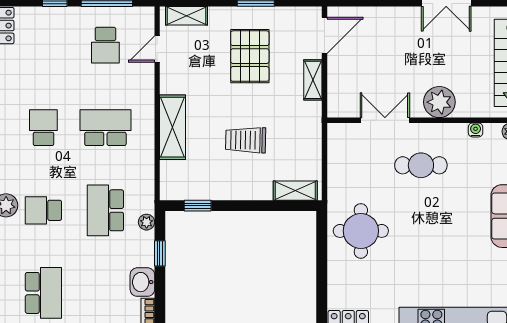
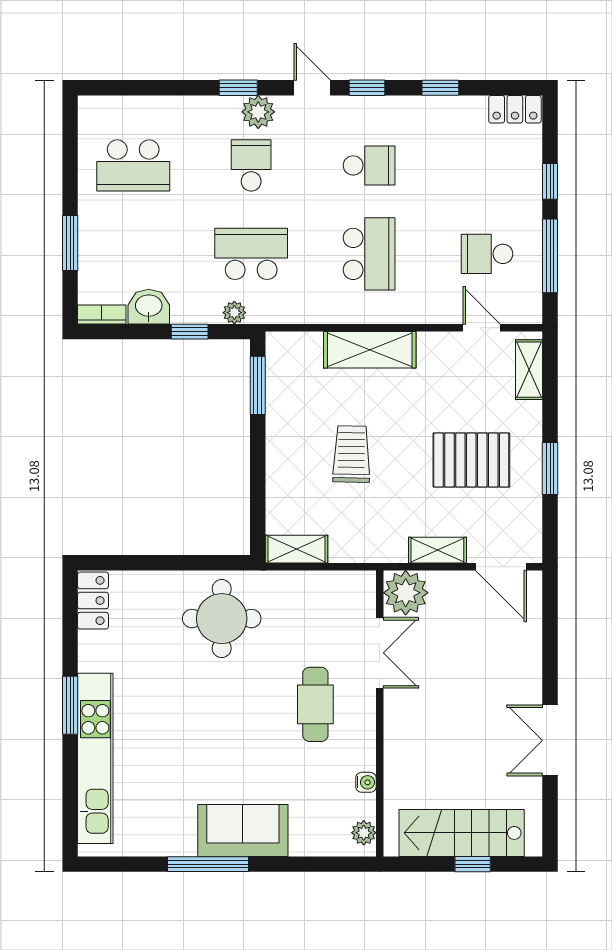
plant: (439, 102) -> (406, 593), moved
shelving: (295, 191) -> (296, 549), moved, turned 90
window: (198, 206) -> (258, 385), width x1.50

